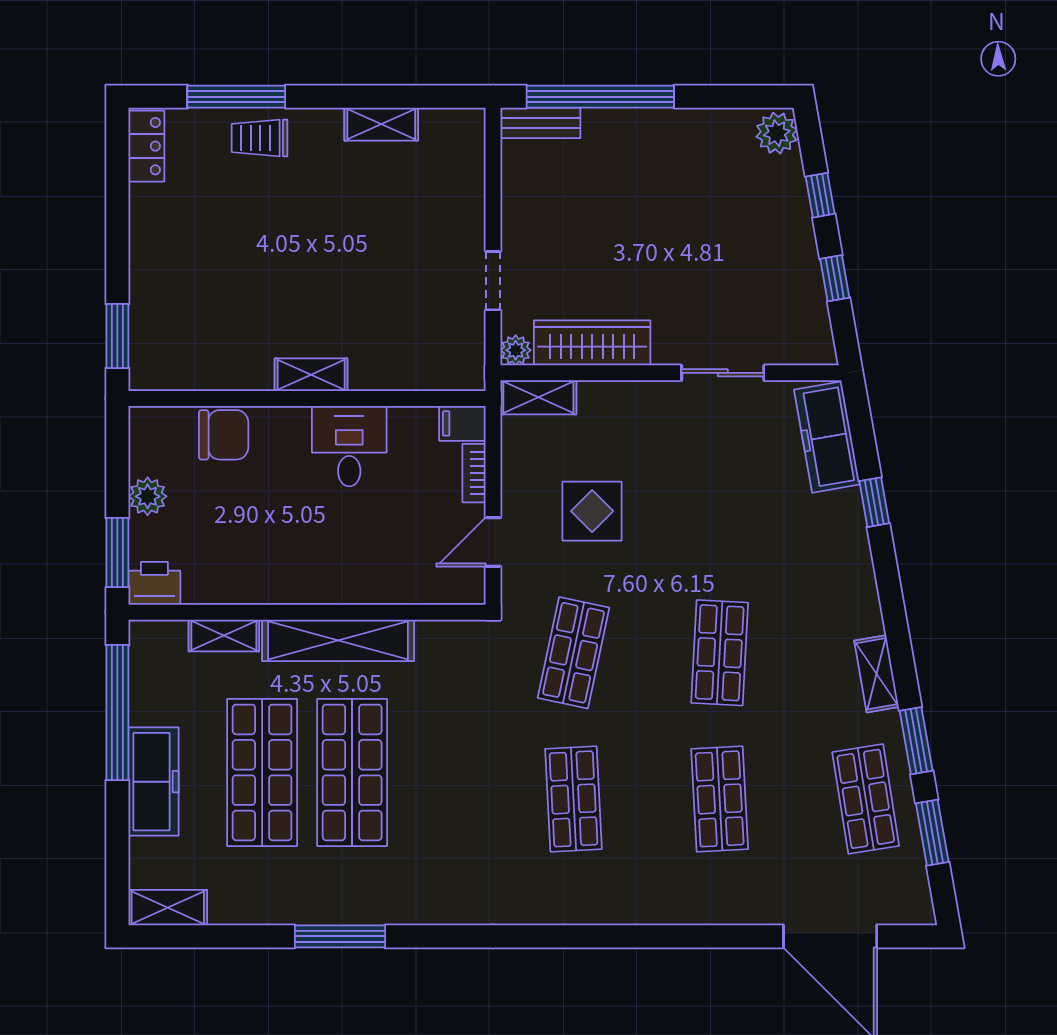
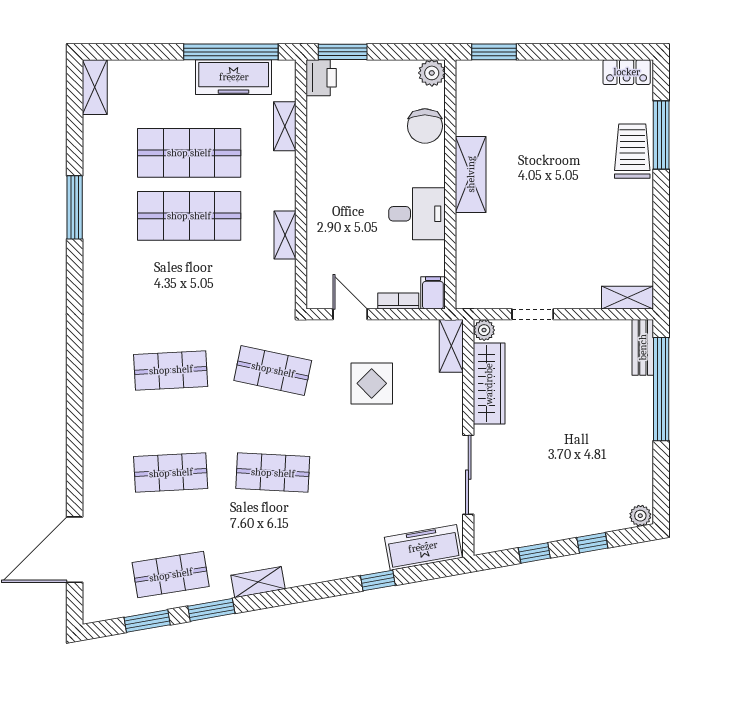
shelving: (381, 124) -> (627, 298), moved, turned 90
plant: (777, 133) -> (640, 516), width x0.73, depth x0.73
trolley: (260, 138) -> (632, 151), width x1.36, depth x1.39
sliding door: (723, 373) -> (468, 475), width x1.37
shelving: (311, 375) -> (471, 174), width x1.50, depth x1.33
plant: (148, 496) -> (432, 73), moved
shelving: (338, 640) -> (285, 235), width x0.45, depth x0.75
freezer: (154, 782) -> (234, 77), moved

